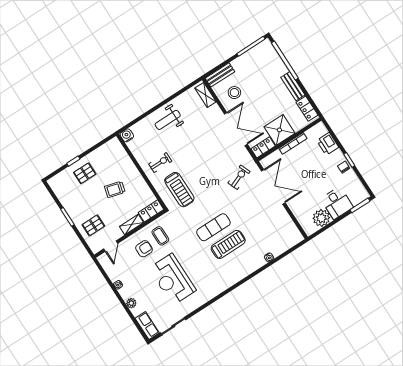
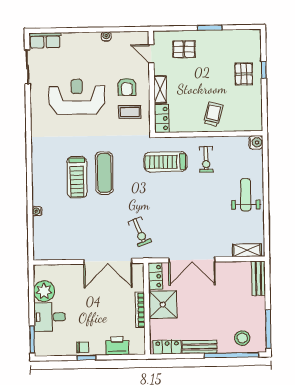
stool: (234, 93) -> (242, 338), moved
trolley: (115, 189) -> (213, 114), moved
pallet: (93, 225) -> (184, 49), turned 90
plant: (131, 303) -> (79, 38), removed

